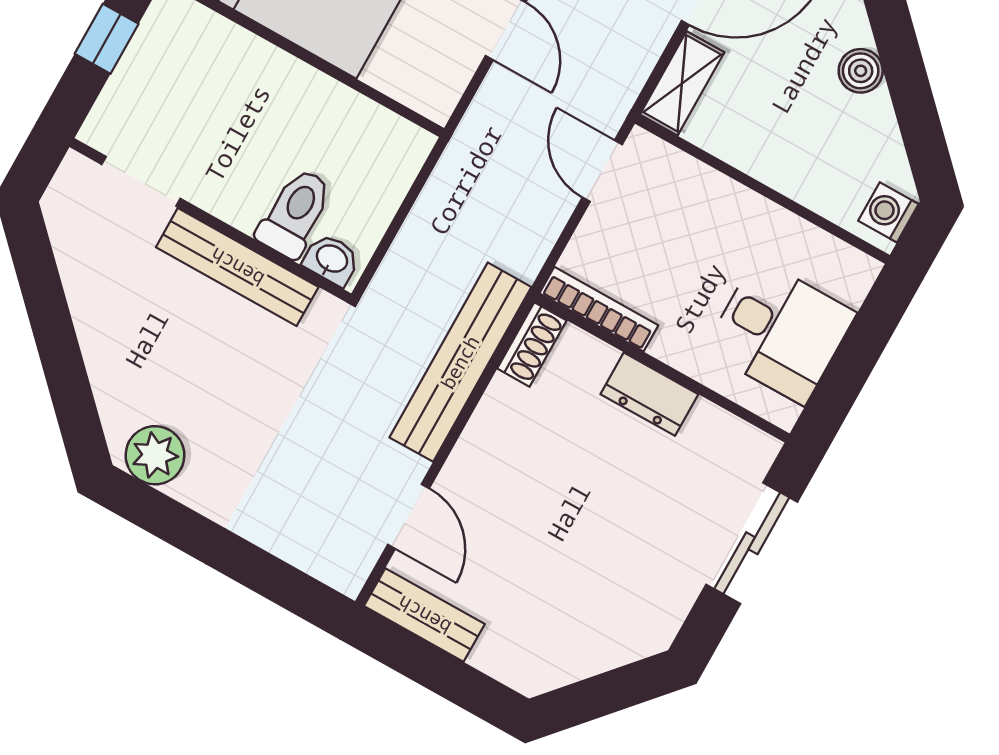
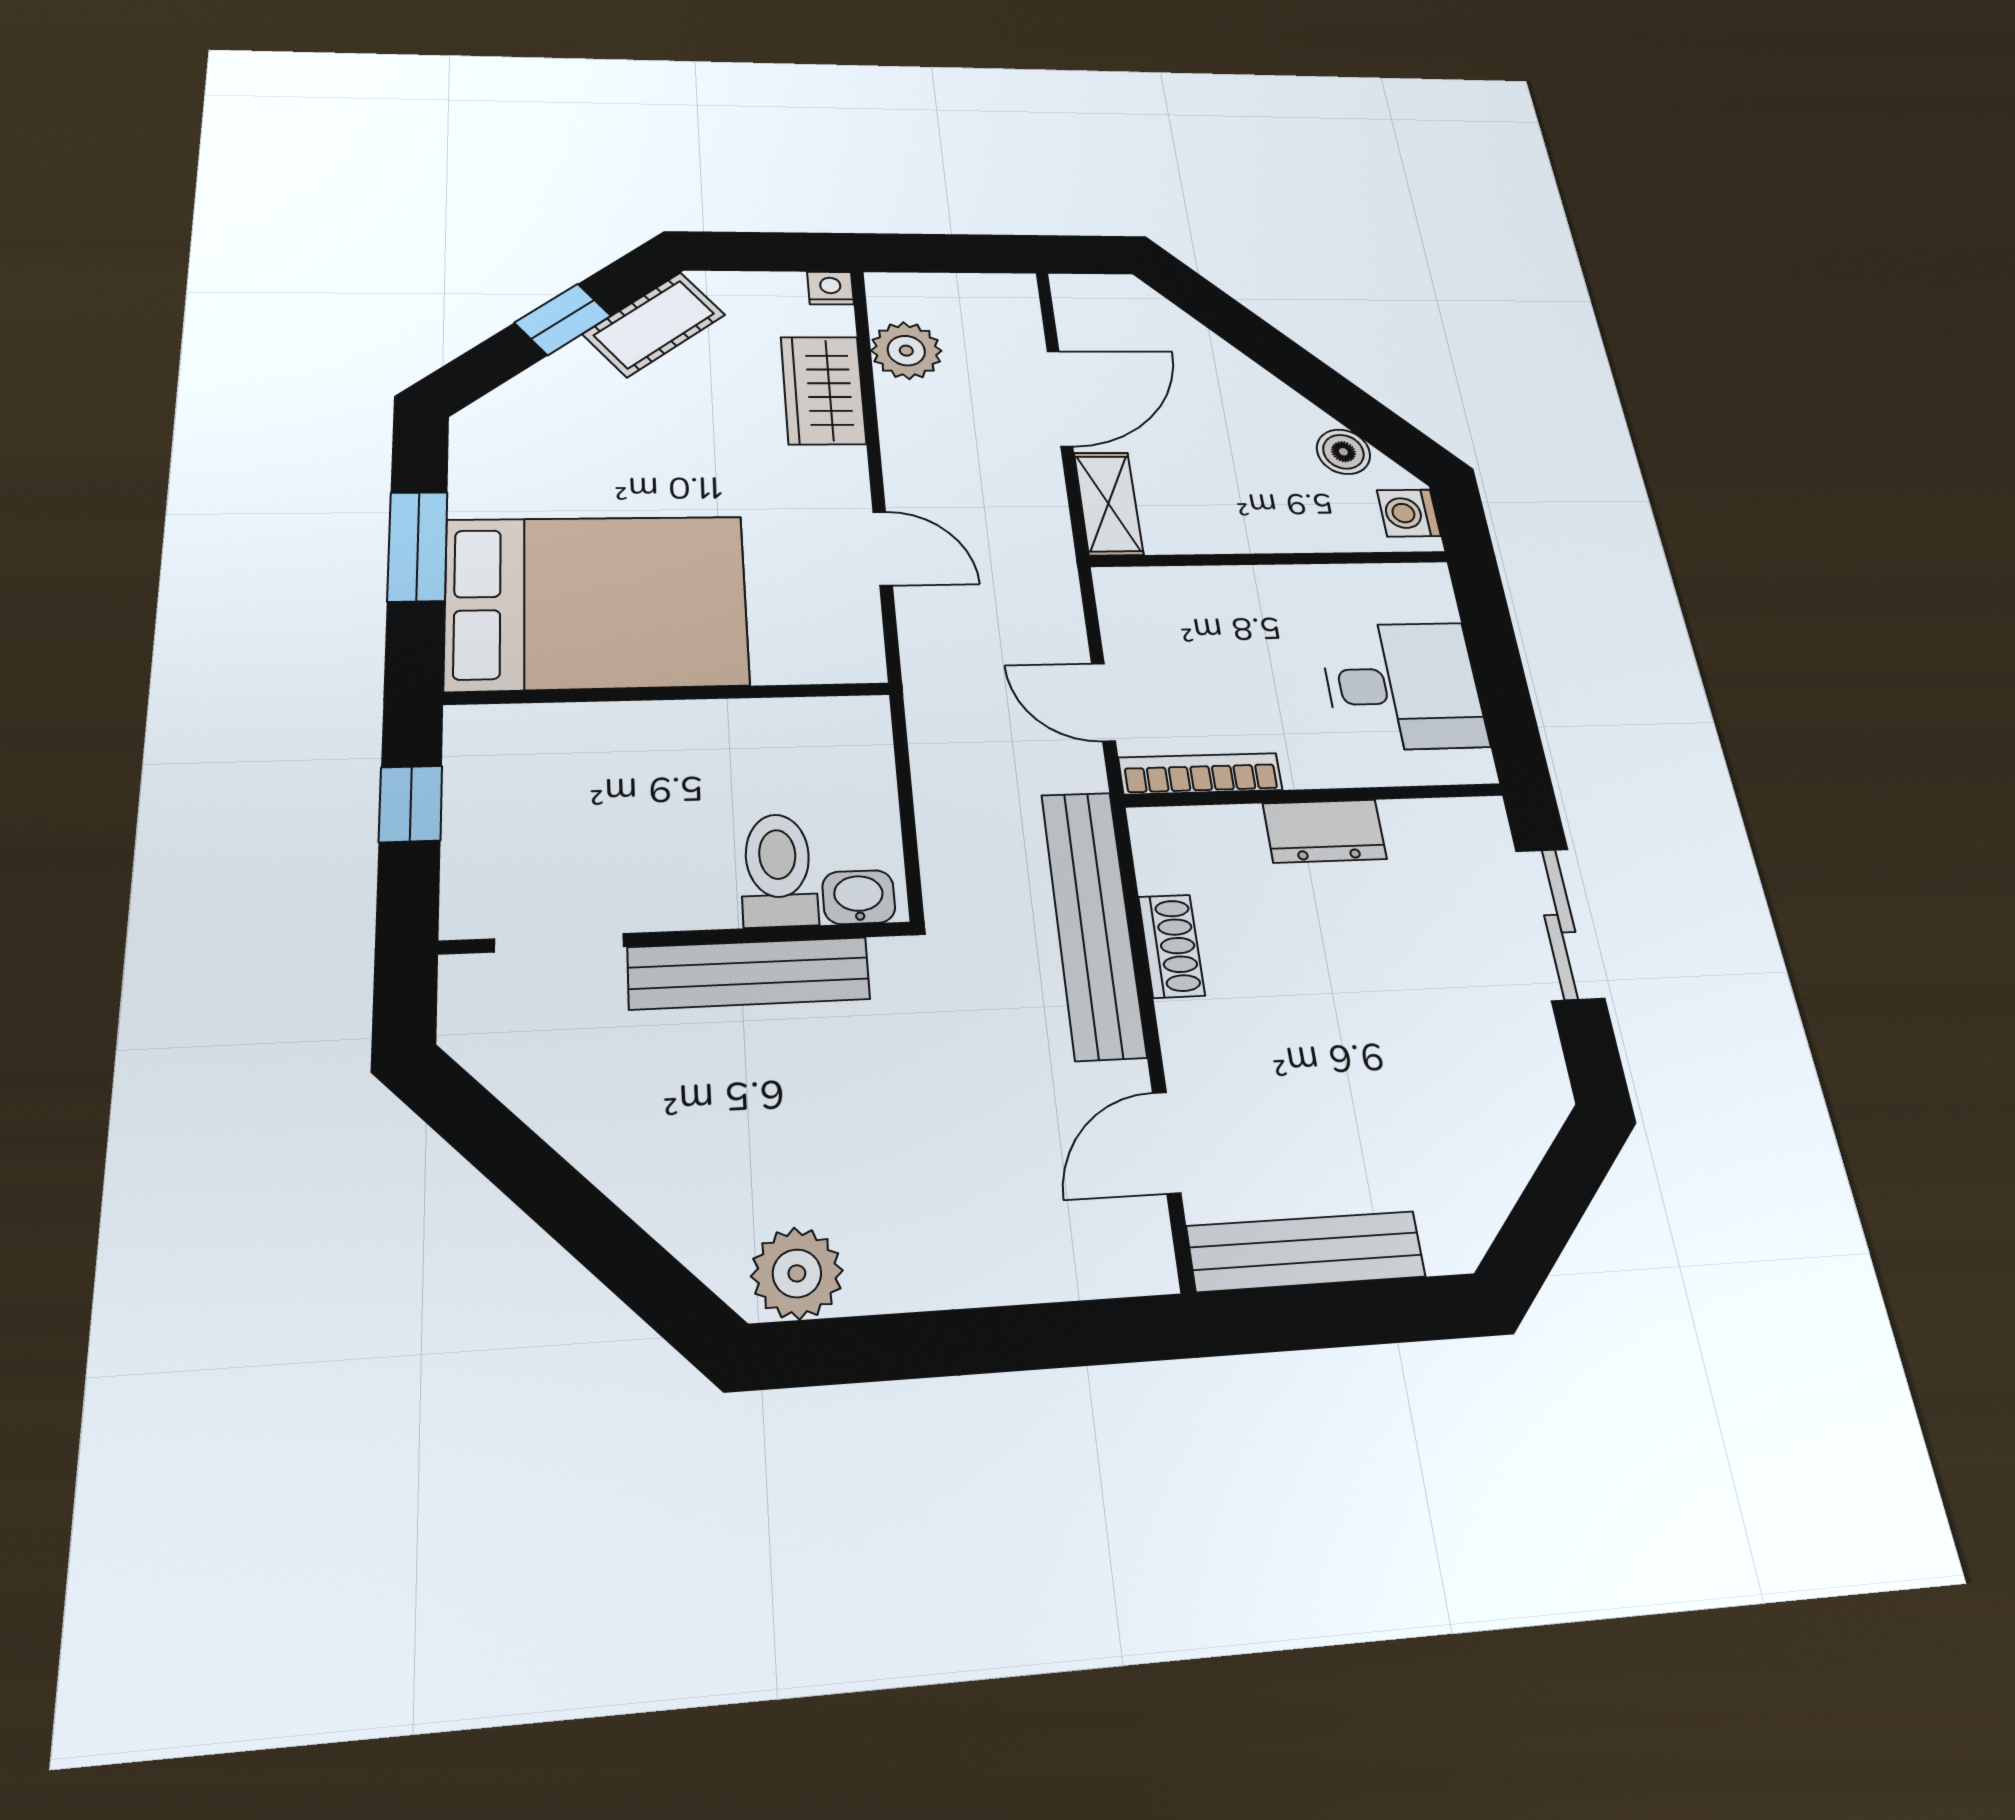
boiler: (861, 71) -> (1343, 452), moved
door: (602, 171) -> (1103, 702), moved
shoe rack: (532, 345) -> (1171, 946), moved
door: (408, 516) -> (1167, 1143), swing flipped
bench: (424, 615) -> (1306, 1251), width x1.36

